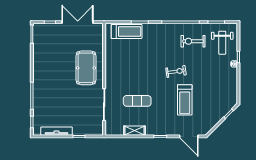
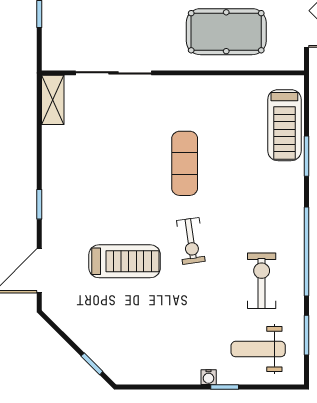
pool table: (86, 68) -> (226, 32), moved
treadmill: (185, 100) -> (125, 261), turned 180
exercise mat: (137, 101) -> (185, 163), moved
shelving: (134, 131) -> (53, 100), moved

